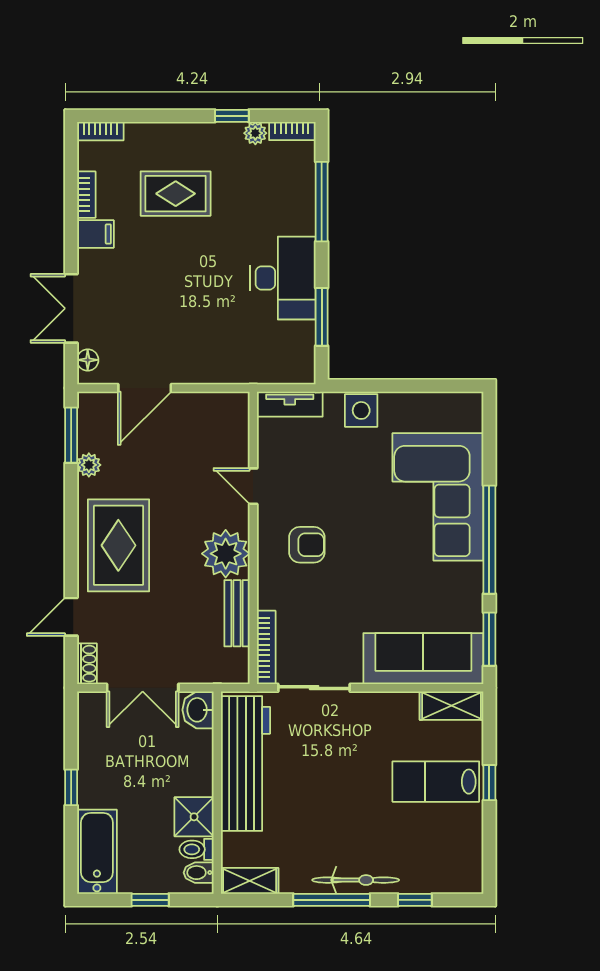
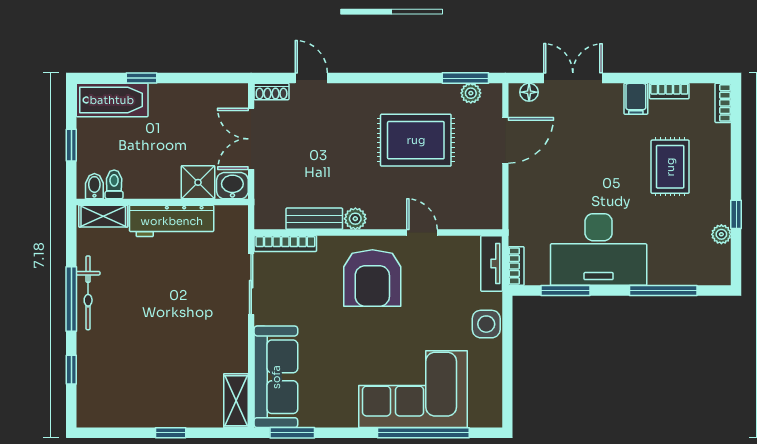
bookcase: (292, 131) -> (516, 266), moved, turned 180
desk: (283, 278) -> (599, 249), width x1.36, depth x1.30
door: (145, 388) -> (505, 140), swing flipped
plant: (89, 465) -> (471, 93), moved
door: (253, 486) -> (422, 233), hinge flipped
window: (489, 540) -> (423, 433), moved
rug: (118, 545) -> (416, 140), moved
armchair: (307, 545) -> (372, 278), width x1.88, depth x1.88
plant: (226, 554) -> (355, 219), width x0.53, depth x0.53
workbench: (245, 764) -> (172, 221), width x0.73, depth x0.76
lab bench: (436, 782) -> (172, 387), removed
window: (71, 787) -> (141, 78), moved
shower: (194, 817) -> (198, 182), moved
bicycle: (356, 880) -> (88, 293), moved
shelving: (250, 881) -> (103, 216), moved, turned 90

